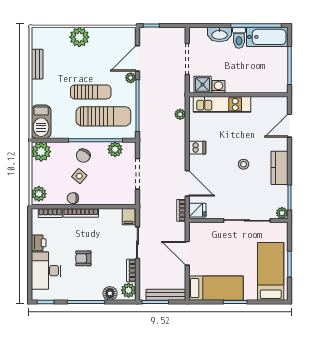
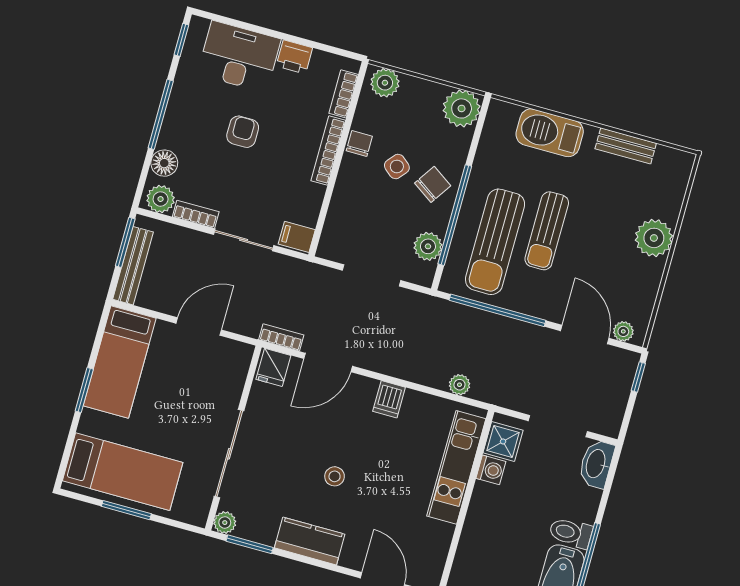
washbasin: (220, 35) -> (596, 464), moved
plant: (131, 78) -> (623, 331), moved
barbecue: (41, 122) -> (550, 133), moved
chair: (83, 156) -> (433, 184), turned 94

